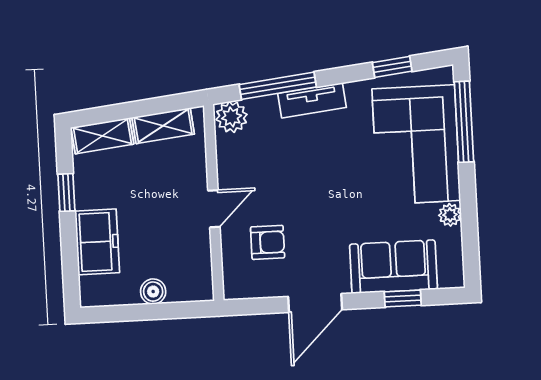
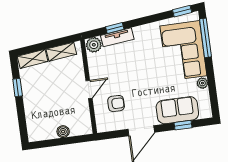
window: (392, 67) -> (182, 11), moved
window: (278, 86) -> (115, 28), width x0.46
tv unit: (312, 100) -> (117, 37), moved
freezer: (97, 242) -> (34, 110), removed

